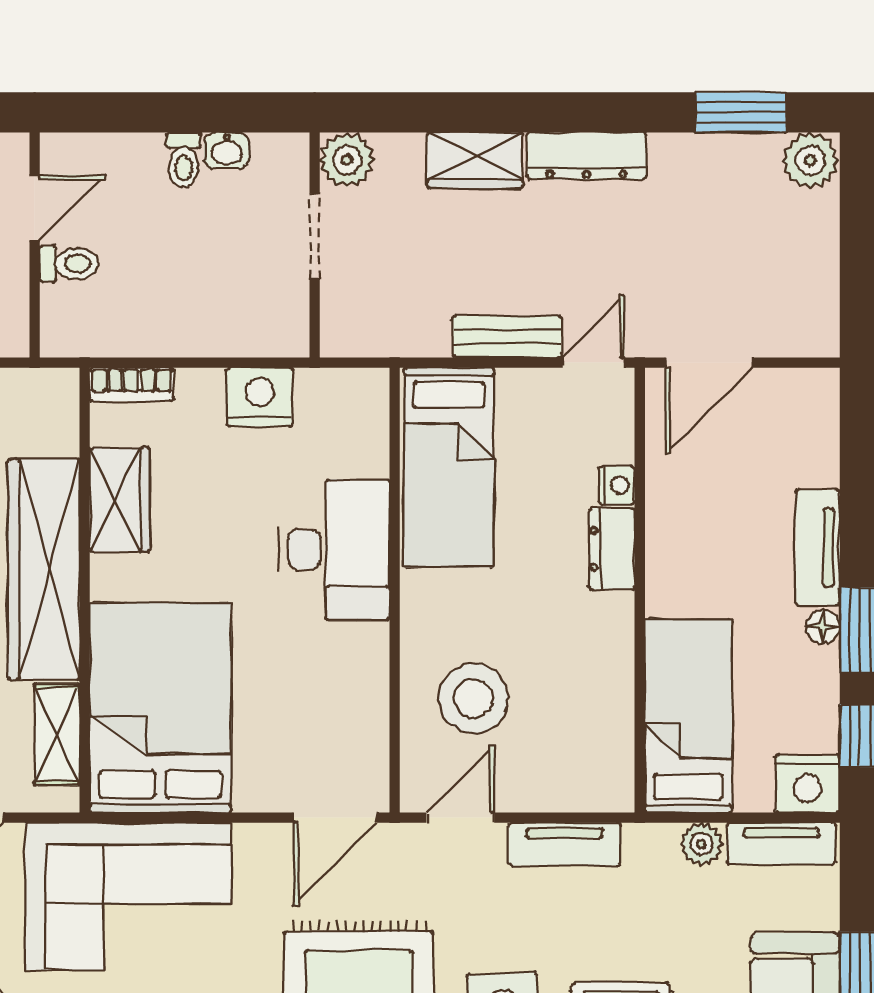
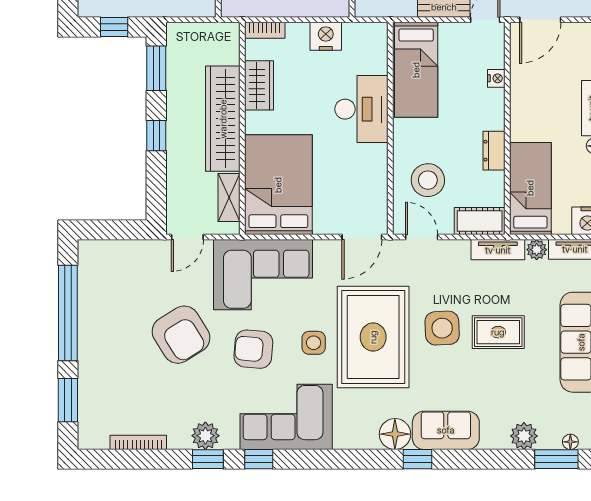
dresser: (612, 549) -> (494, 151), moved
cot: (582, 784) -> (480, 221), added
door: (460, 818) -> (422, 237), hinge flipped
tv unit: (564, 844) -> (498, 250), moved

